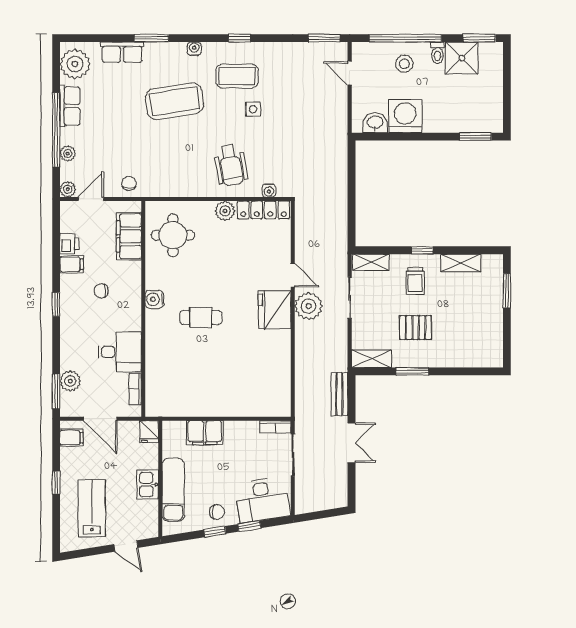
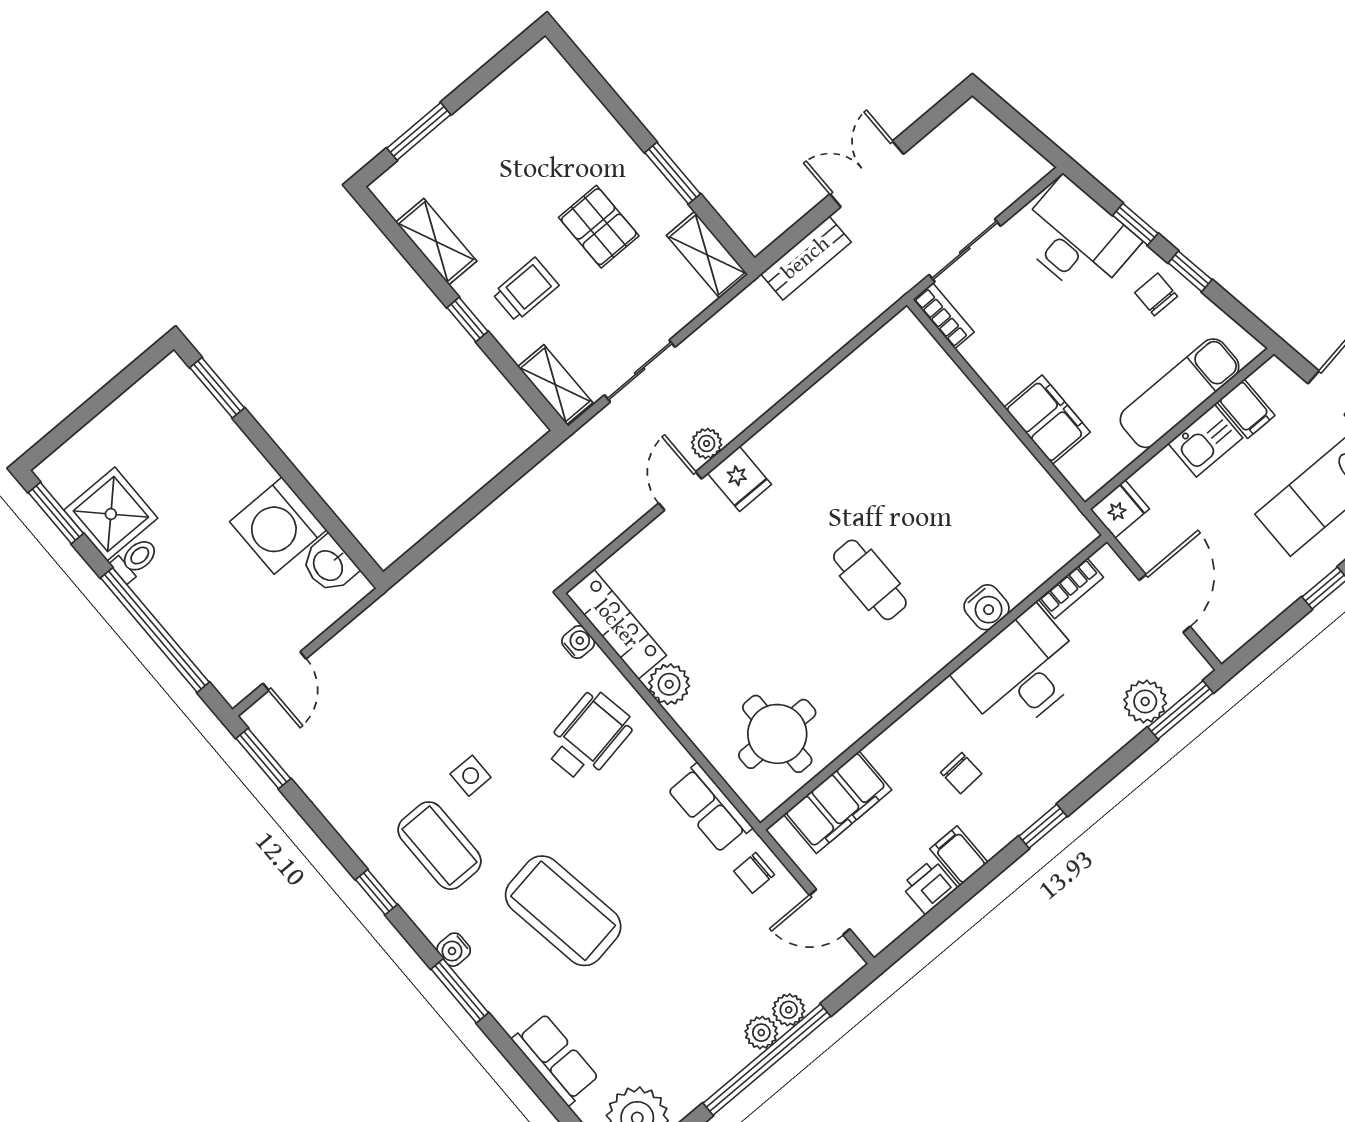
window: (151, 38) -> (460, 991), moved
stool: (404, 64) -> (197, 597), removed
row of seats: (70, 106) -> (710, 808), moved, turned -90
plant: (68, 189) -> (761, 1033), moved
water cooler: (154, 299) -> (987, 607), moved
plant: (308, 306) -> (707, 444), width x0.53, depth x0.53
fridge: (275, 310) -> (739, 479), width x0.53, depth x0.75
desk: (120, 352) -> (1021, 672), width x1.37
filing cabinet: (71, 438) -> (1246, 409), moved, turned 180

